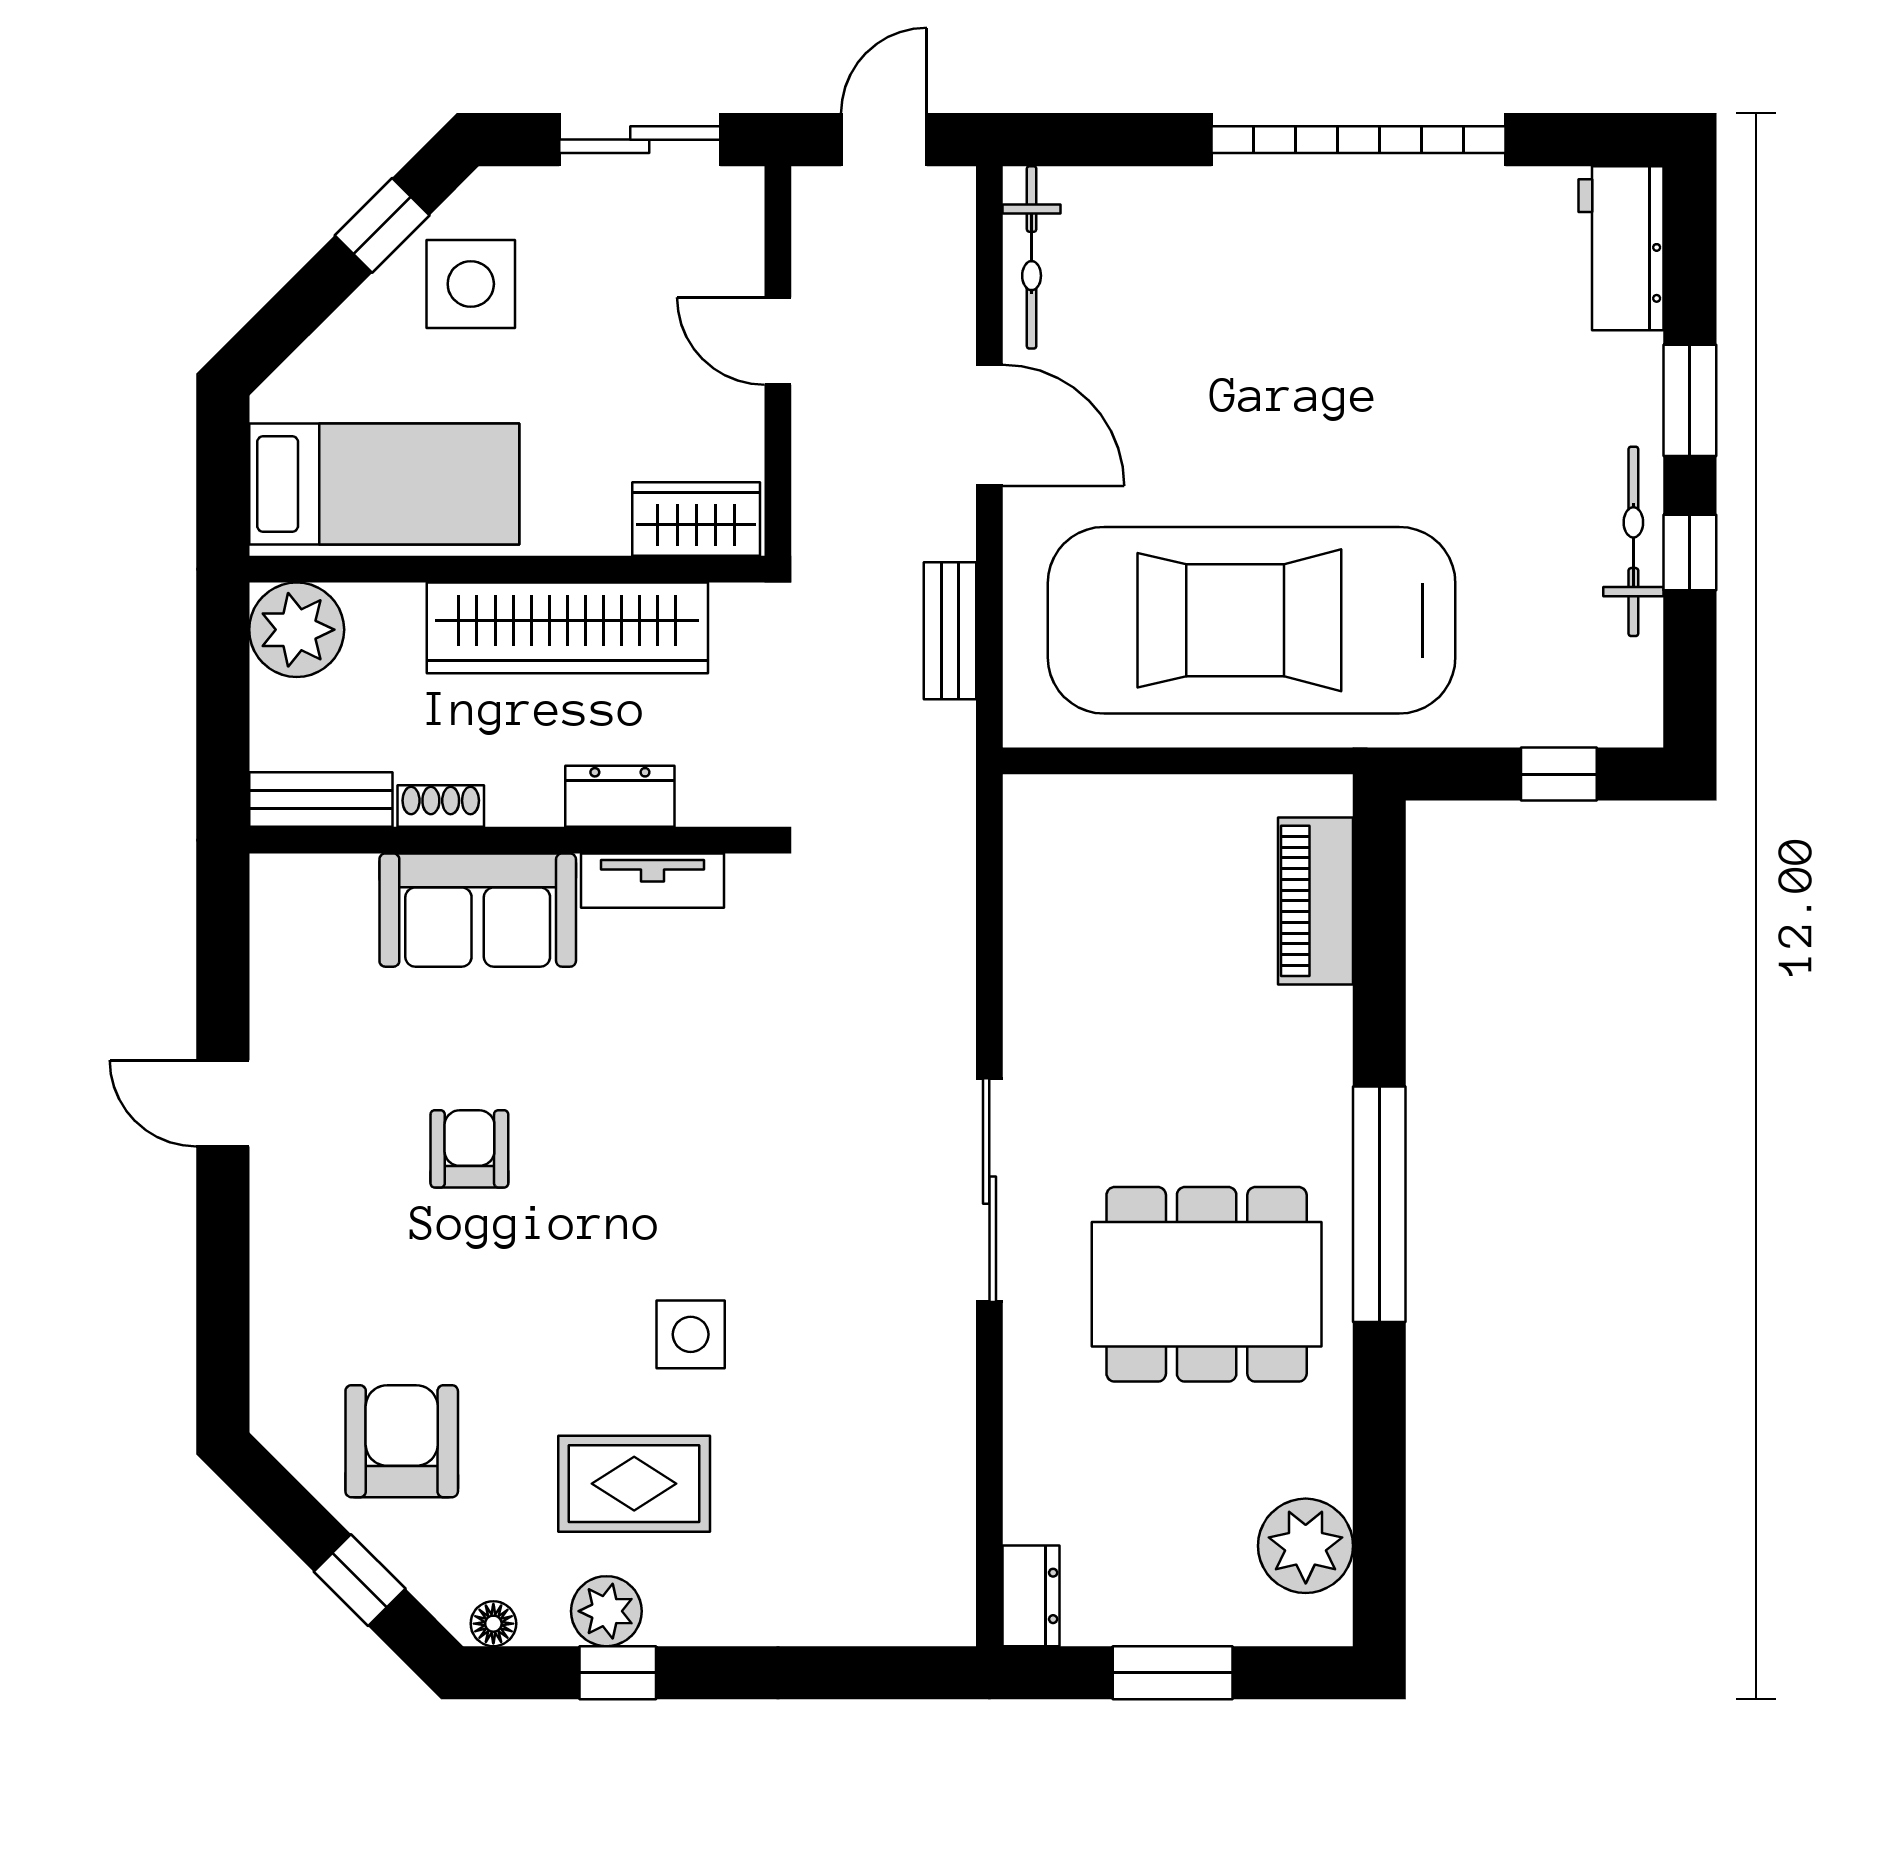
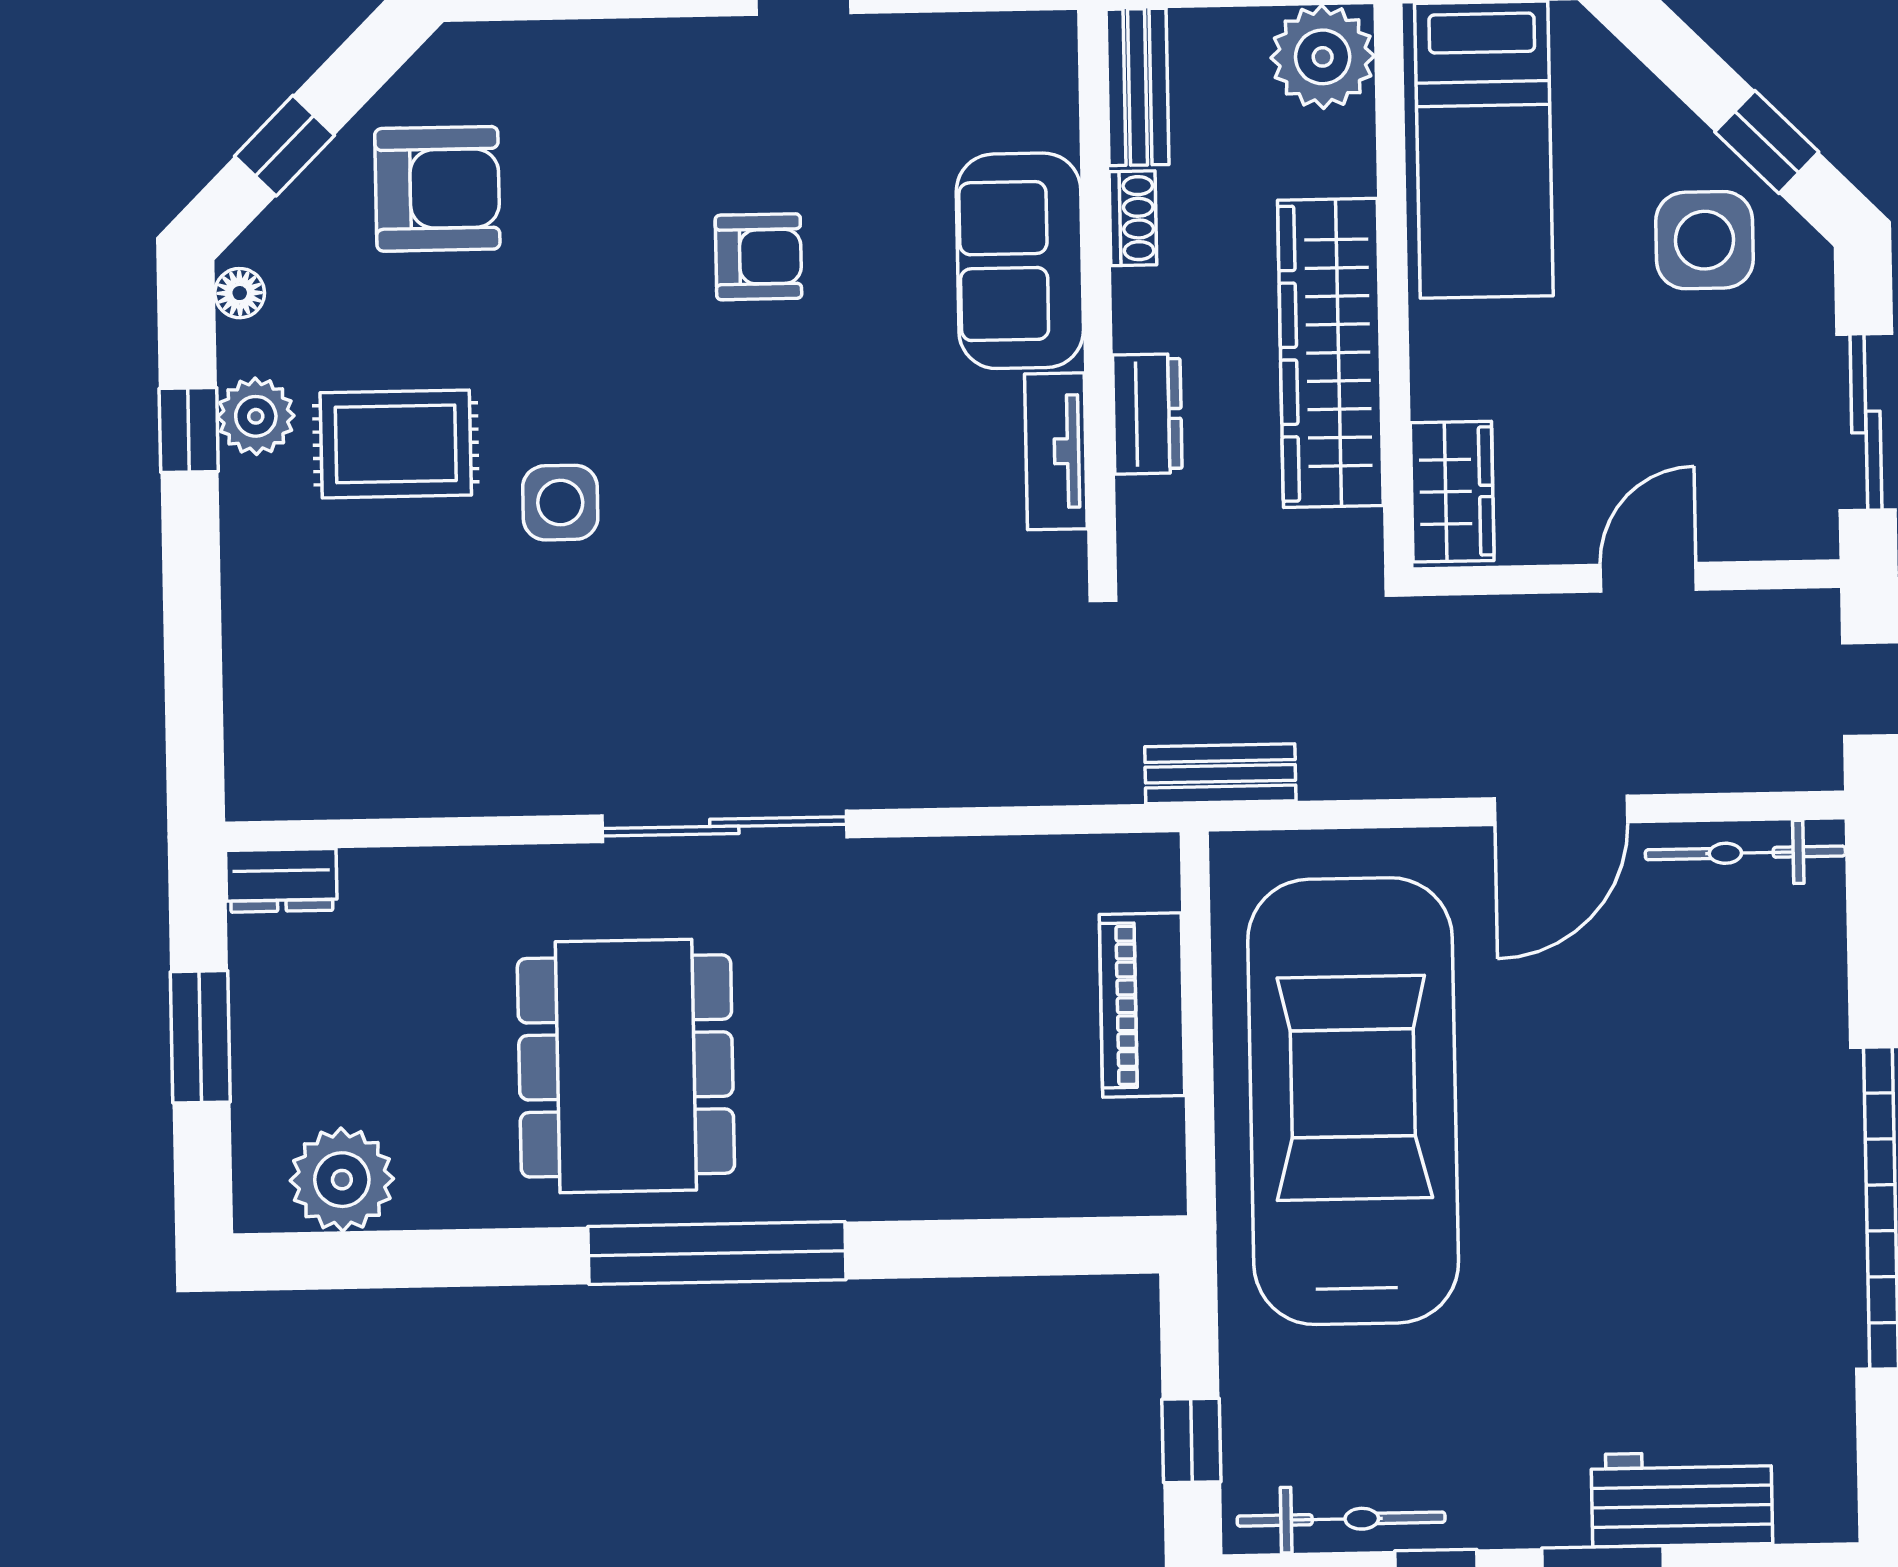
workbench: (1621, 248) -> (1682, 1499), moved
bicycle: (1633, 541) -> (1341, 1519), moved
bench: (950, 631) -> (1220, 774), moved
piano: (1315, 901) -> (1142, 1005), moved, turned -90
rug: (634, 1484) -> (396, 444), turned 90

